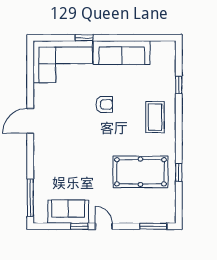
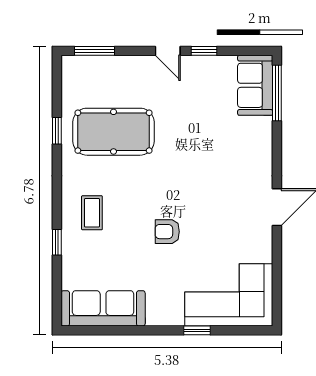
sofa: (122, 53) -> (103, 308), moved
window: (179, 85) -> (57, 242), moved
coffee table: (155, 117) -> (92, 213), width x0.73, depth x0.77
sofa: (68, 212) -> (255, 85), moved, turned 90

